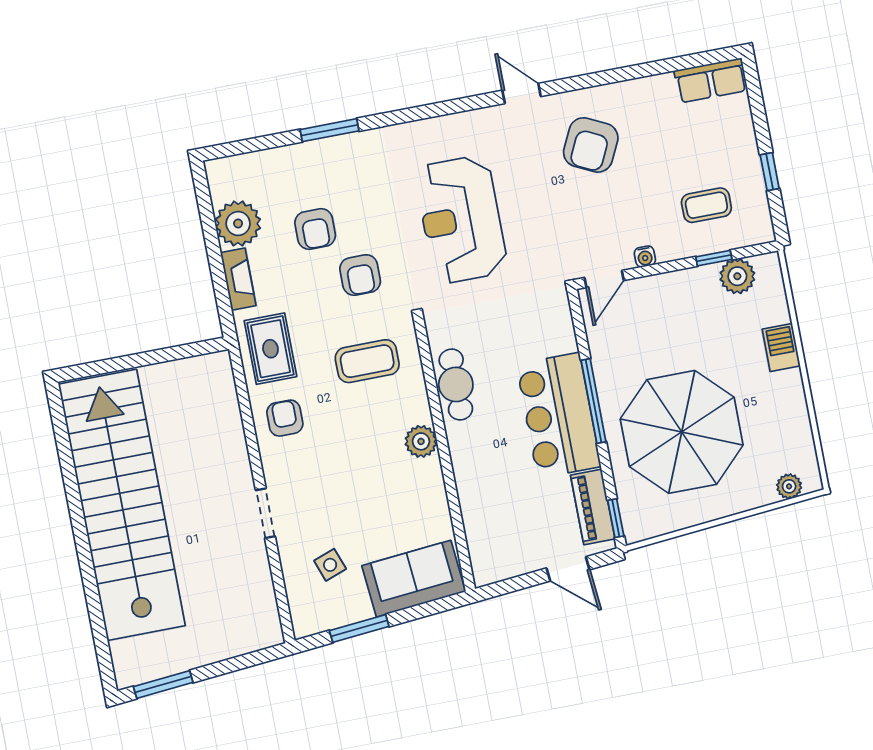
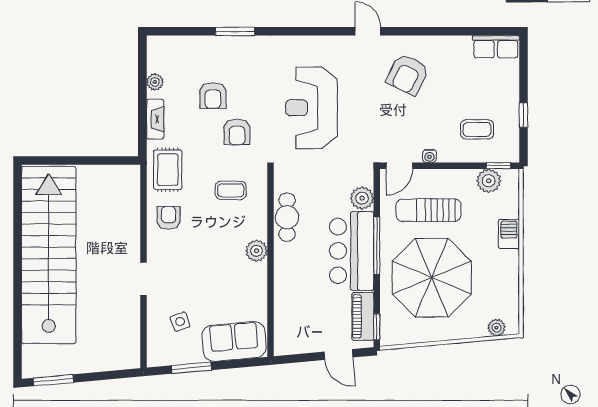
plant: (238, 223) -> (155, 82), width x0.53, depth x0.53
window: (714, 258) -> (498, 166), moved
sun lounger: (659, 335) -> (429, 210), added
plant: (559, 336) -> (362, 198), added
coffee table: (367, 361) -> (231, 190), width x0.73, depth x0.77

